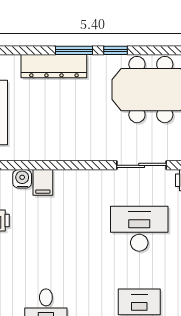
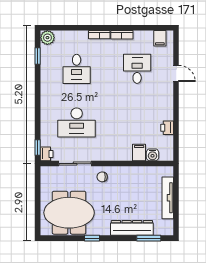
window: (74, 50) -> (149, 238), moved
chair: (100, 145) -> (102, 177), added

